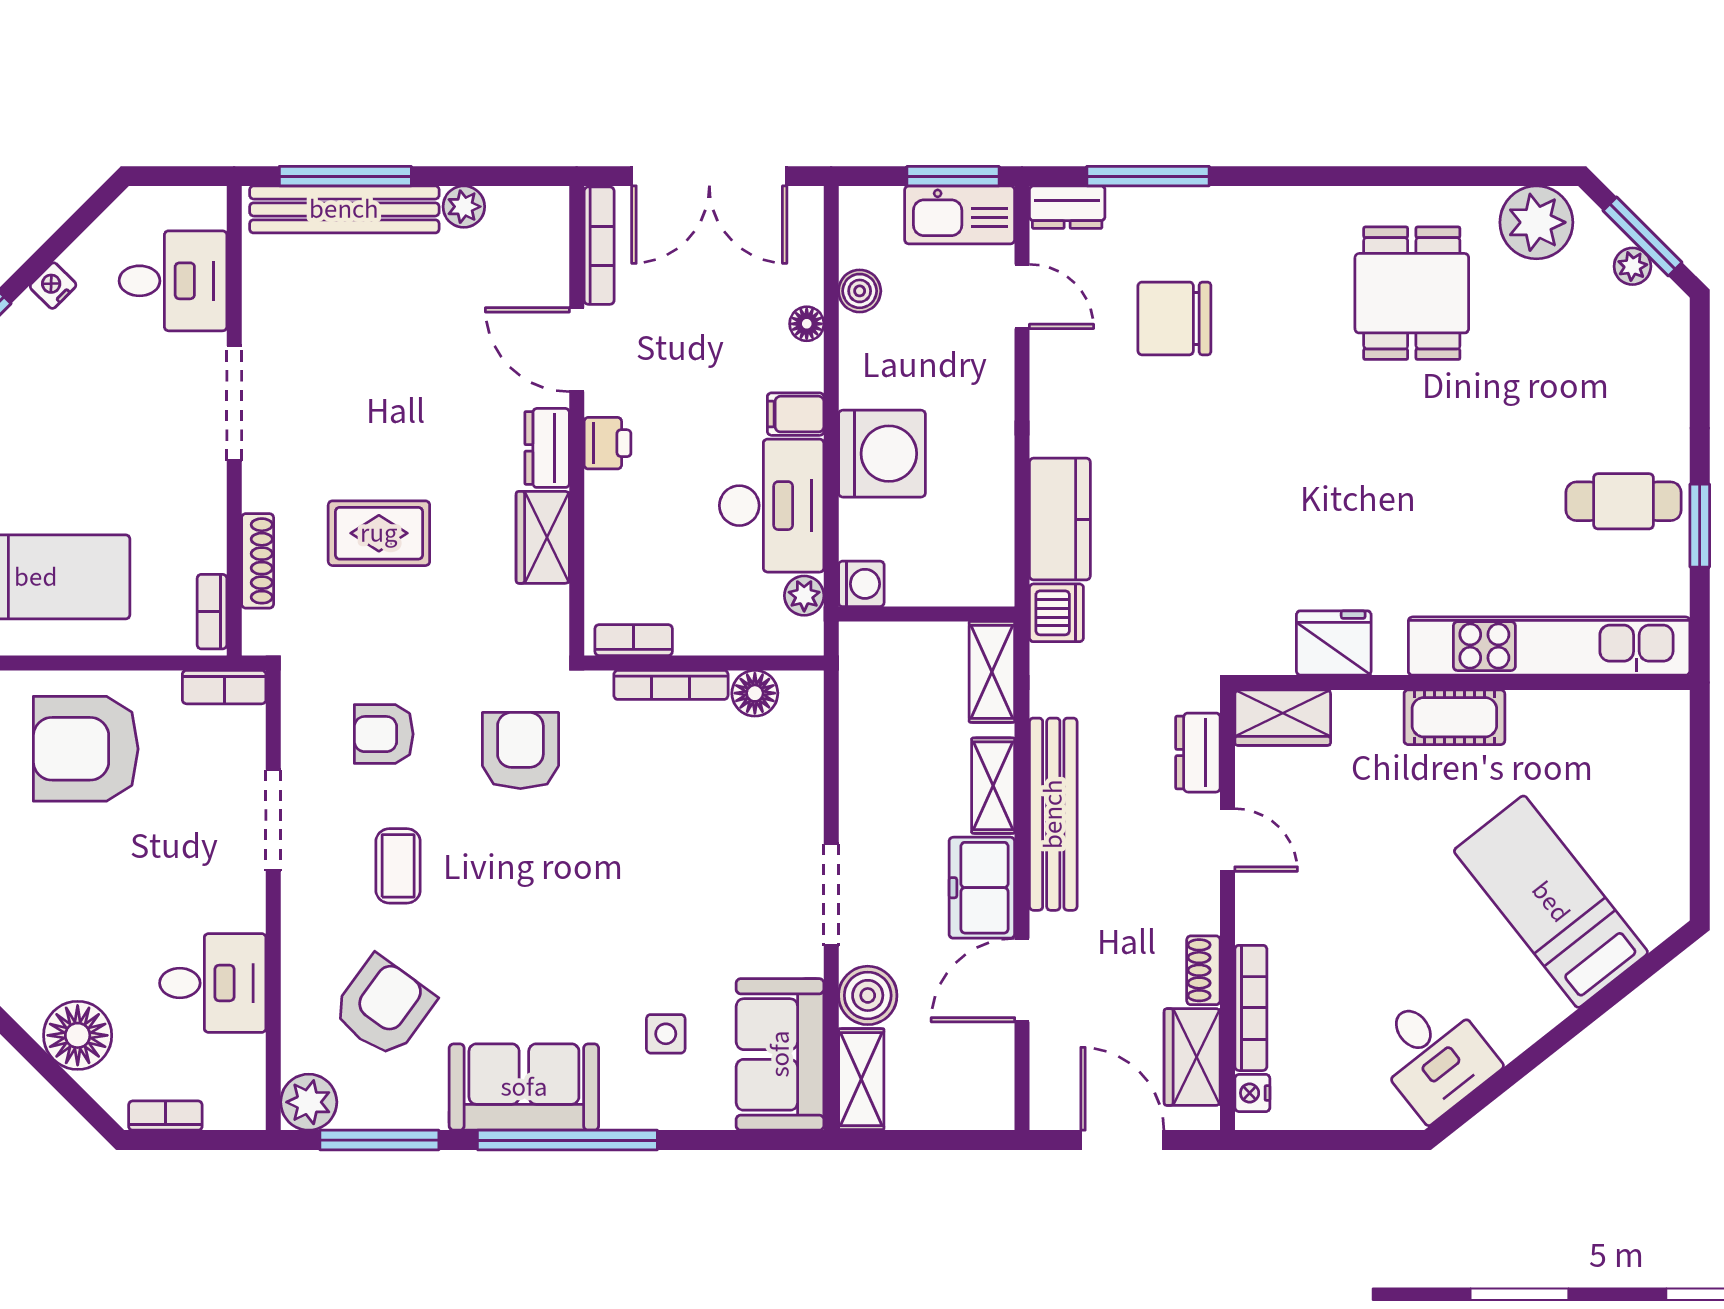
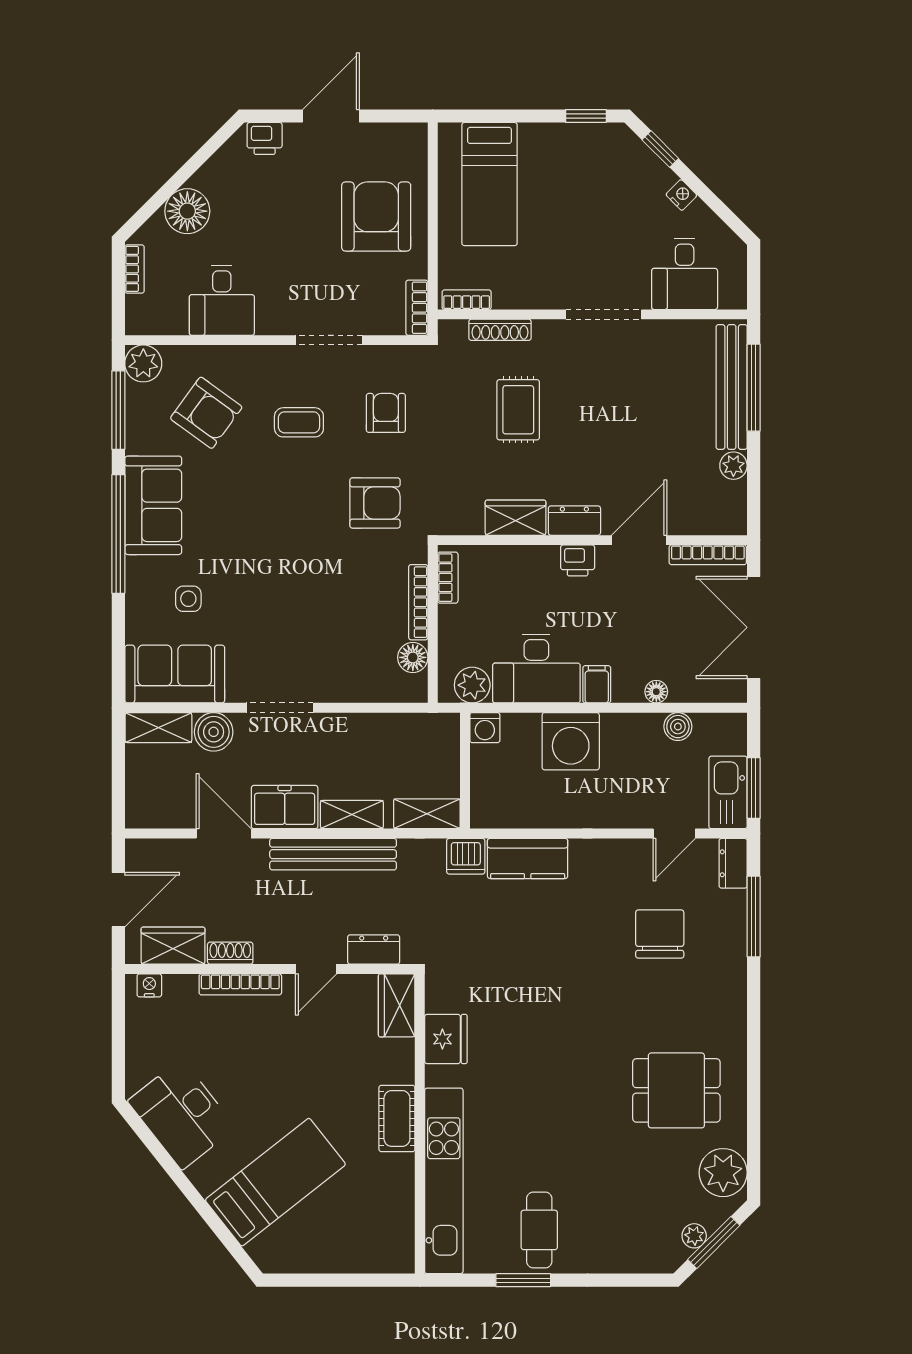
plant: (804, 596) -> (472, 685), width x1.38, depth x1.38
bookcase: (1251, 1008) -> (240, 984), moved
desk: (1434, 1055) -> (182, 1114), width x1.37

